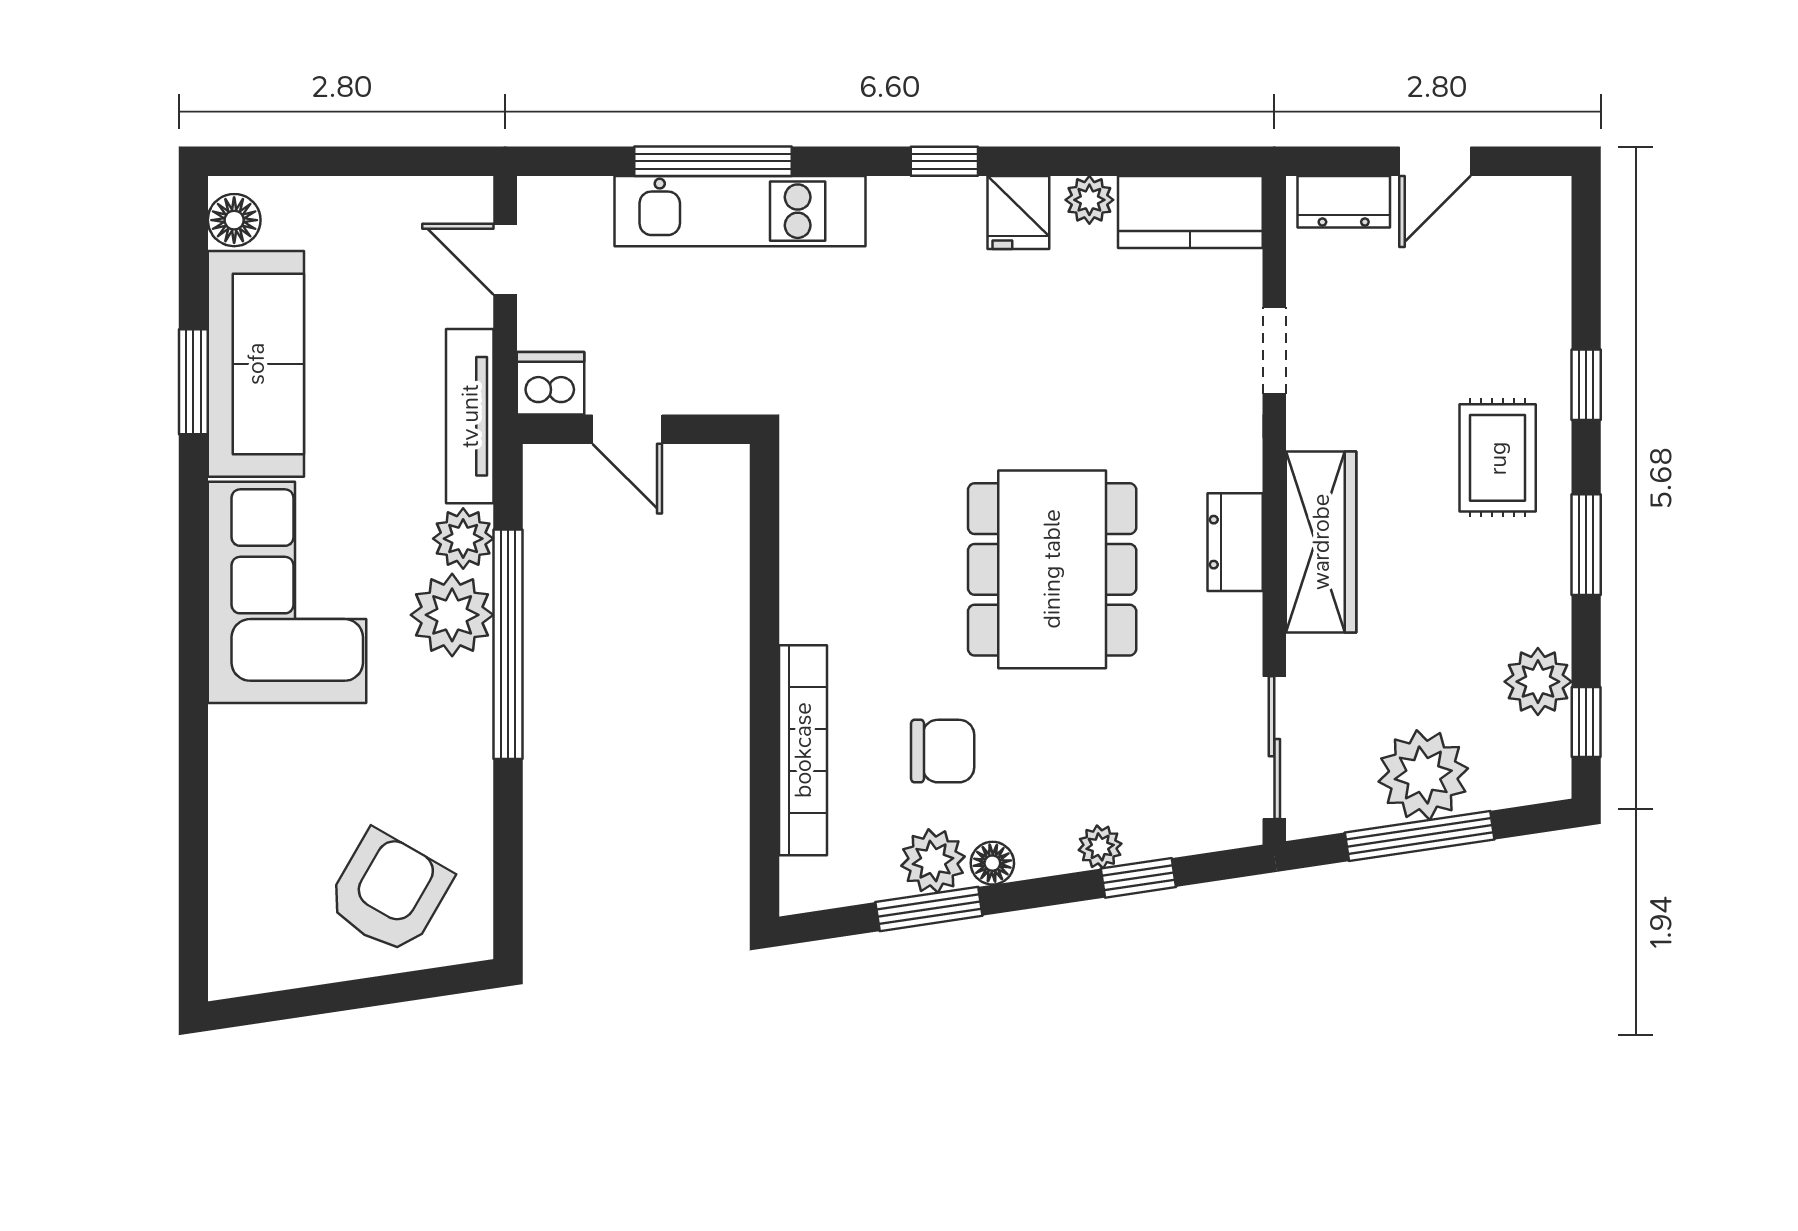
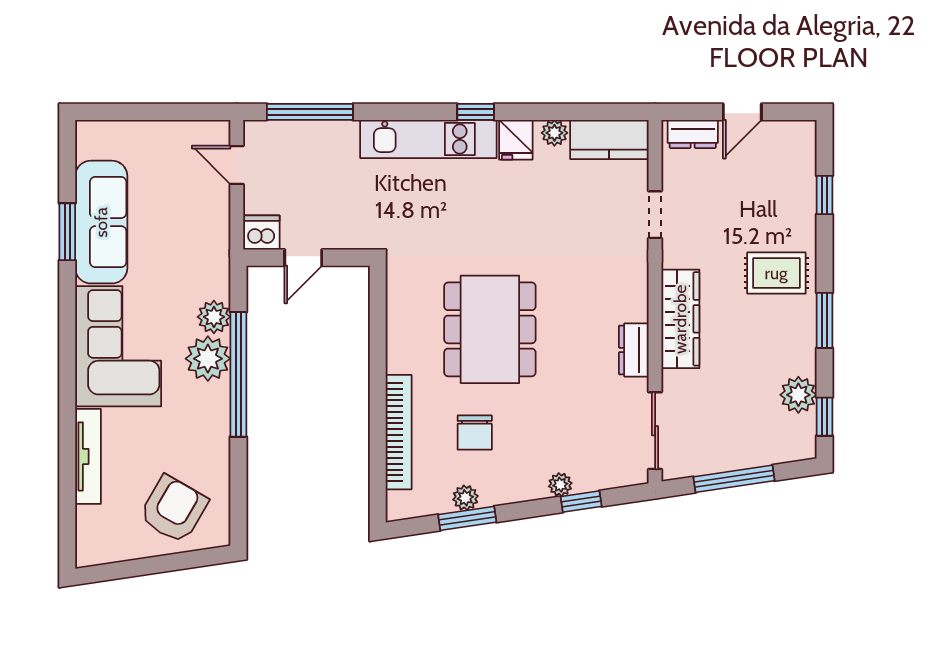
window: (713, 161) -> (310, 112), moved
kitchen unit: (740, 211) -> (428, 139), moved
floor lamp: (234, 220) -> (89, 144), removed
window: (1586, 385) -> (825, 195), moved
tv unit: (470, 416) -> (88, 456), moved, turned 180
door: (627, 429) -> (303, 258), hinge flipped
rug: (1498, 458) -> (776, 273), turned 90
dresser: (1235, 542) -> (634, 350), moved
dining table: (1052, 569) -> (490, 329), moved
chair: (943, 751) -> (475, 433), turned 90
plant: (1423, 775) -> (736, 446), removed
plant: (933, 861) -> (465, 498), width x0.73, depth x0.73
floor lamp: (992, 863) -> (502, 493), removed

